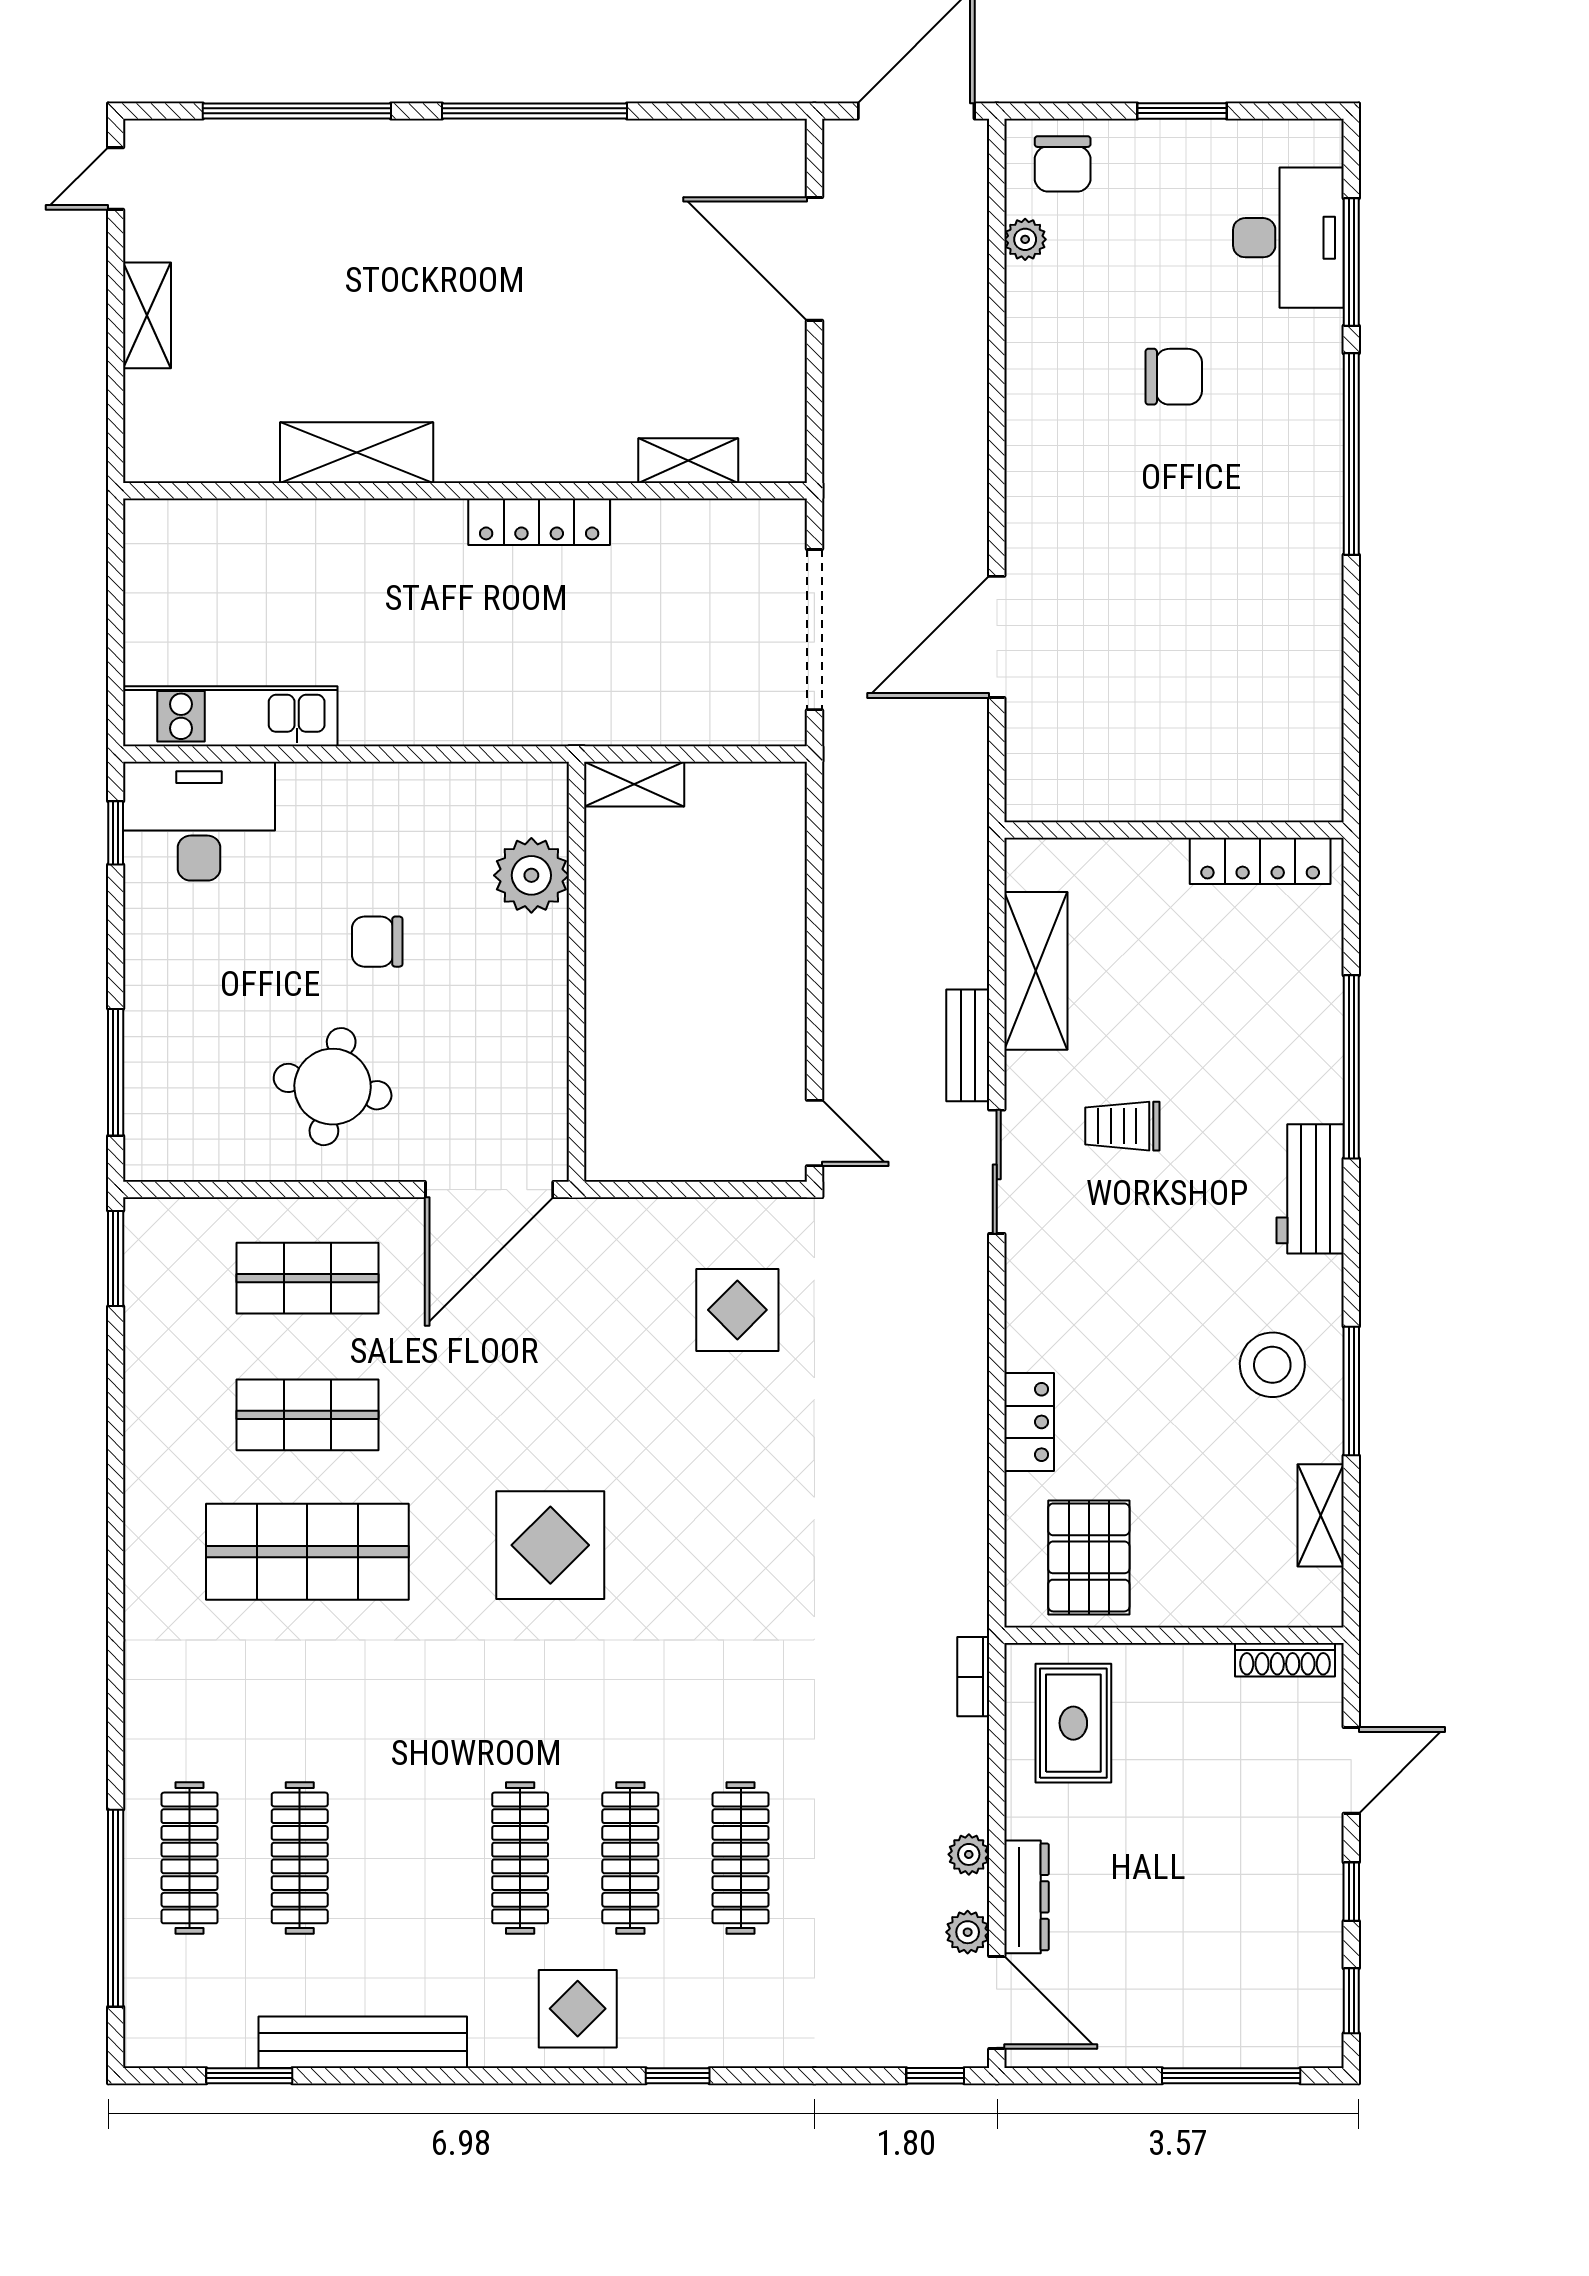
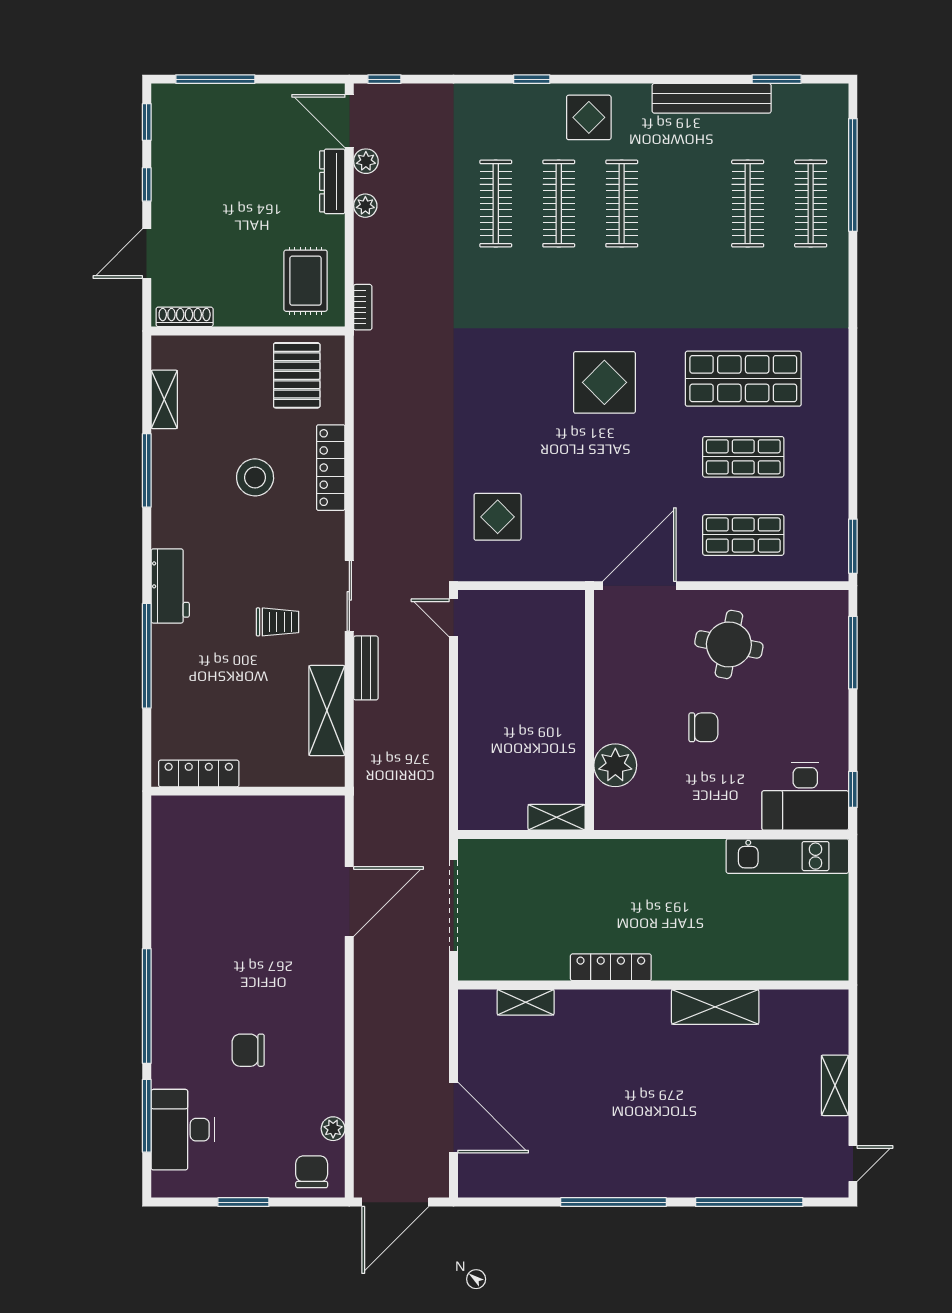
stool: (1272, 1365) -> (255, 477), moved
locker: (1029, 1422) -> (331, 468), width x1.53

